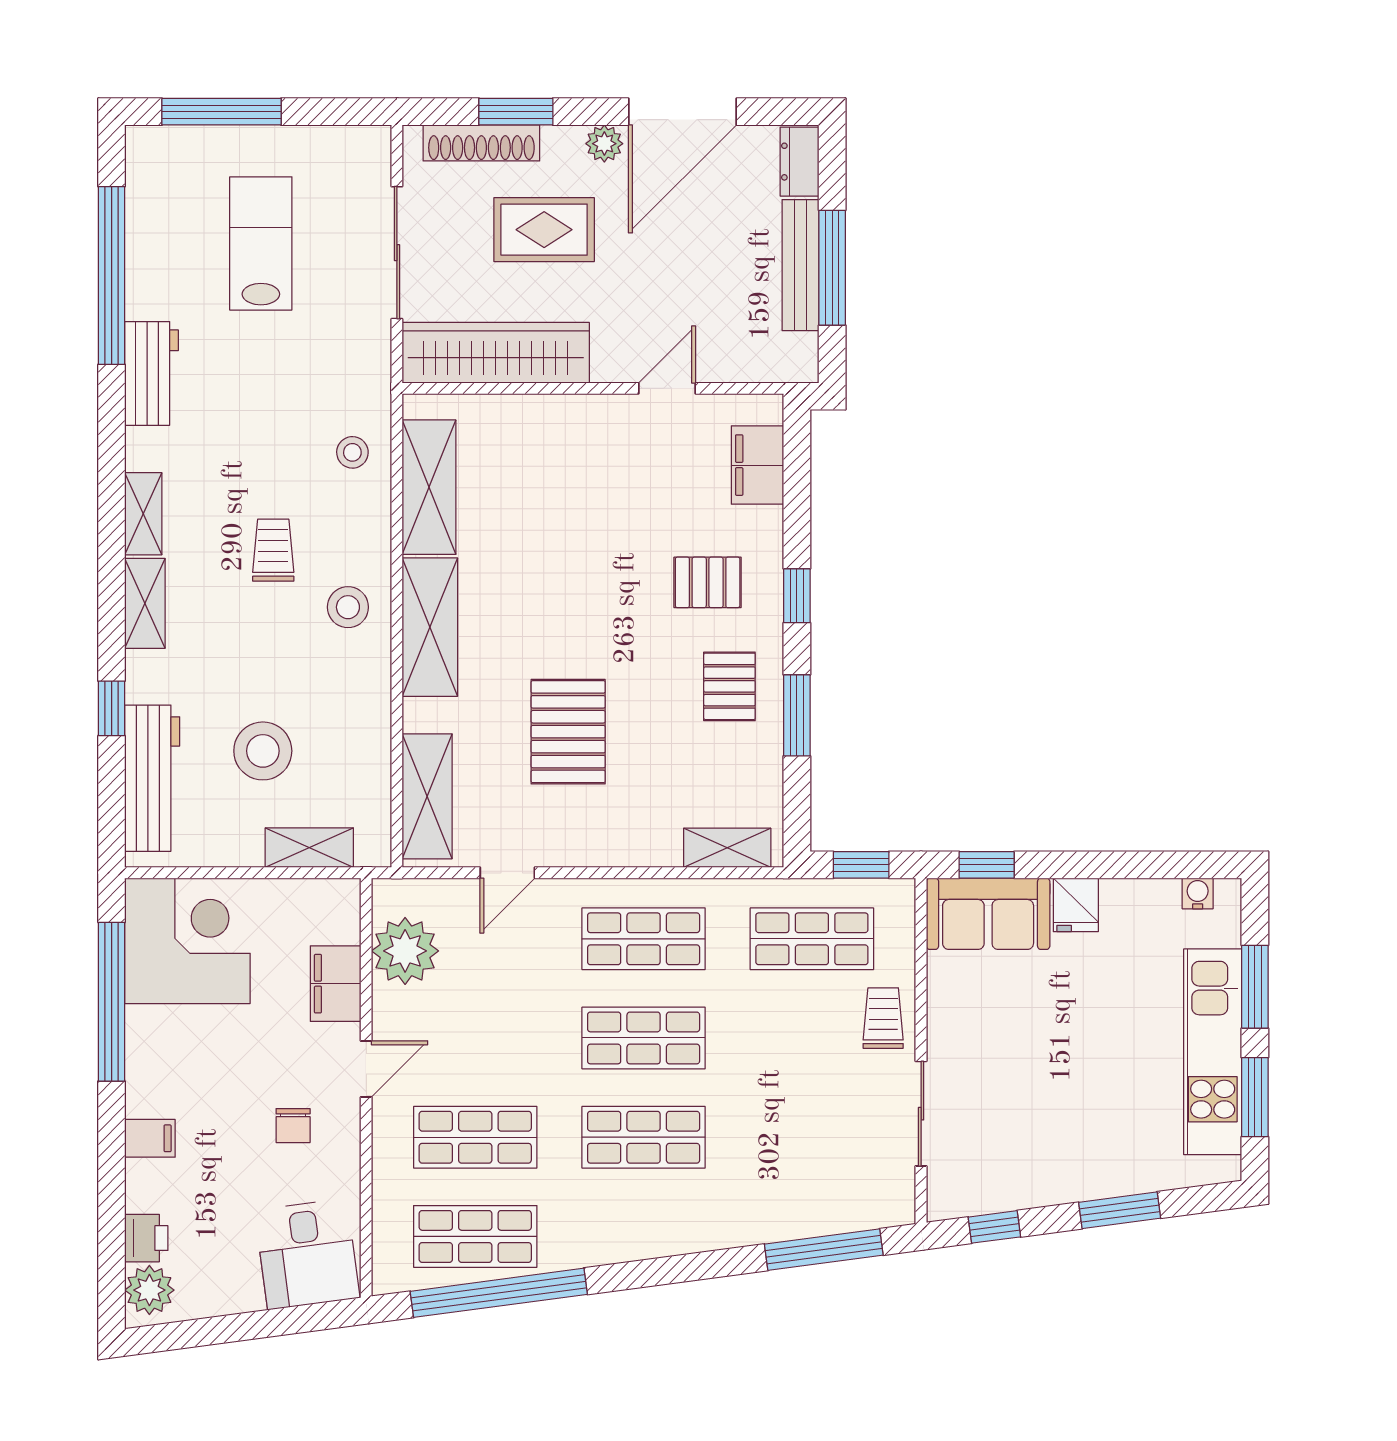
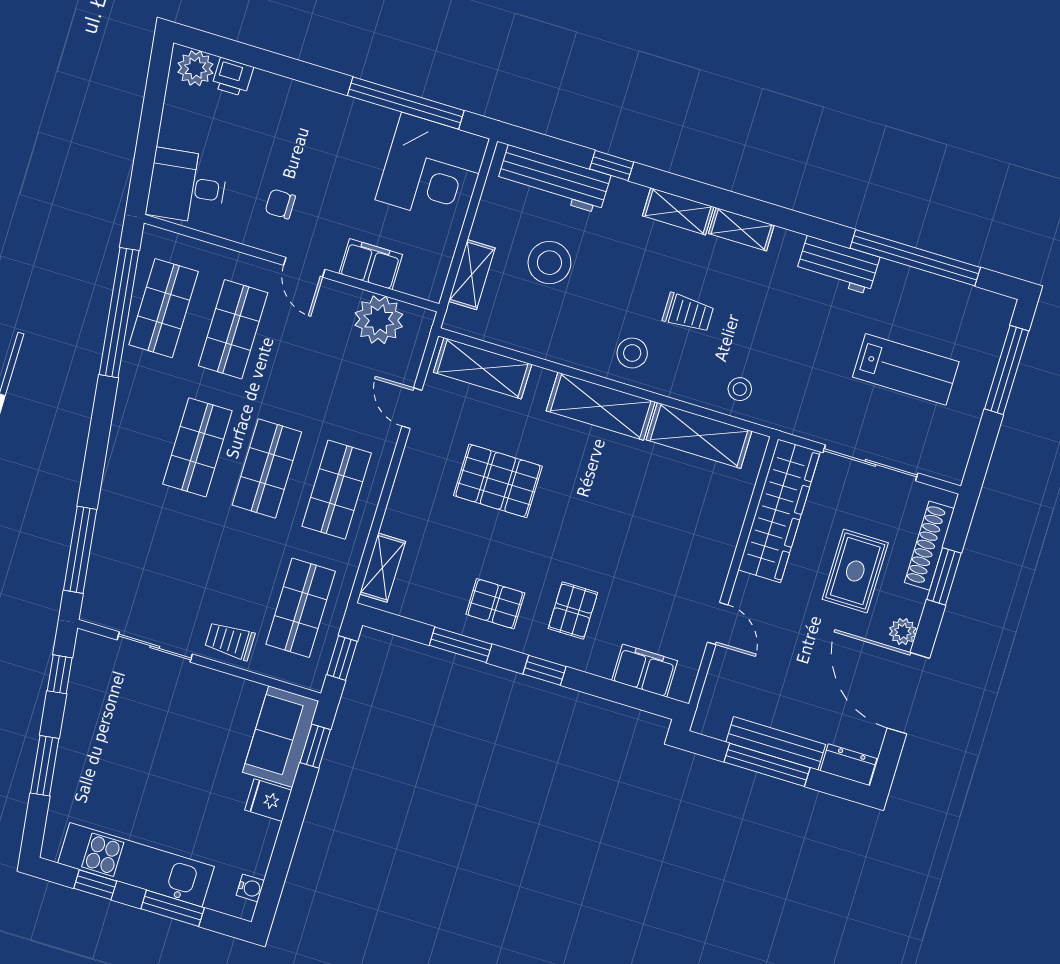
trolley: (883, 1018) -> (230, 641), turned 180
window: (1255, 1097) -> (95, 885), width x0.67
filing cabinet: (150, 1138) -> (302, 101), removed

